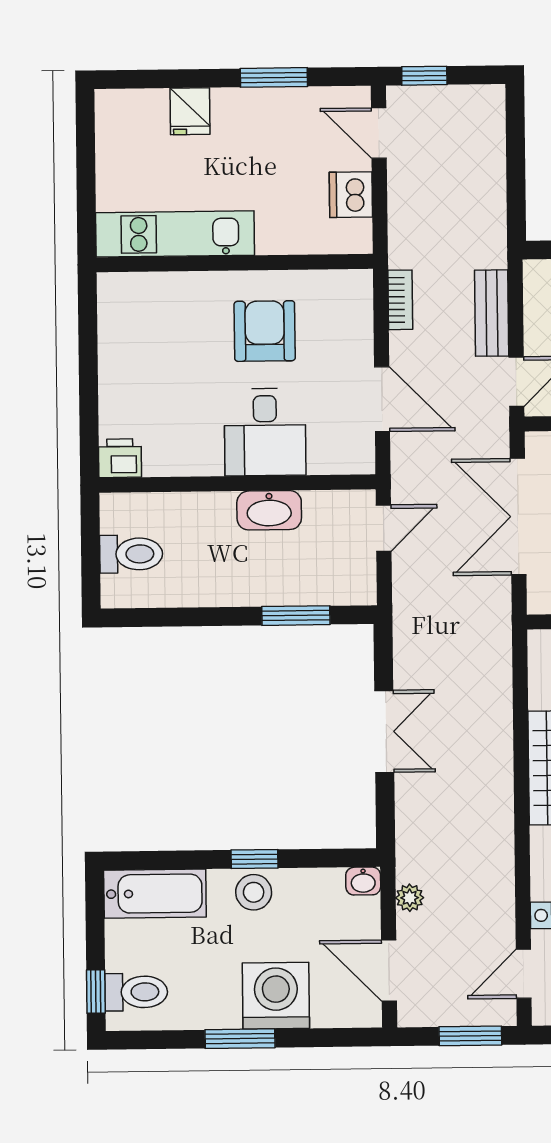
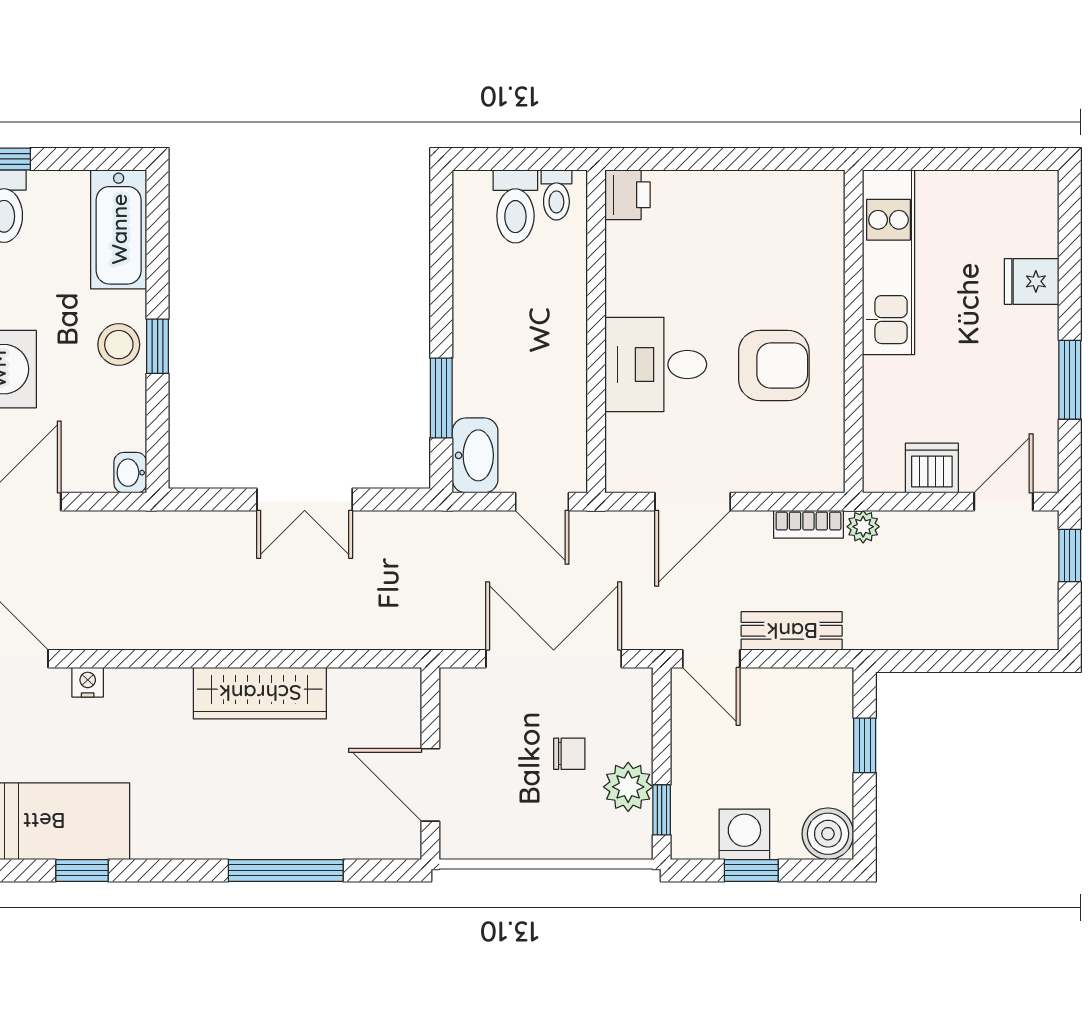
washbasin: (269, 510) -> (475, 455), moved, turned 180
toilet: (121, 519) -> (556, 195), added
plant: (410, 898) -> (863, 527), moved

